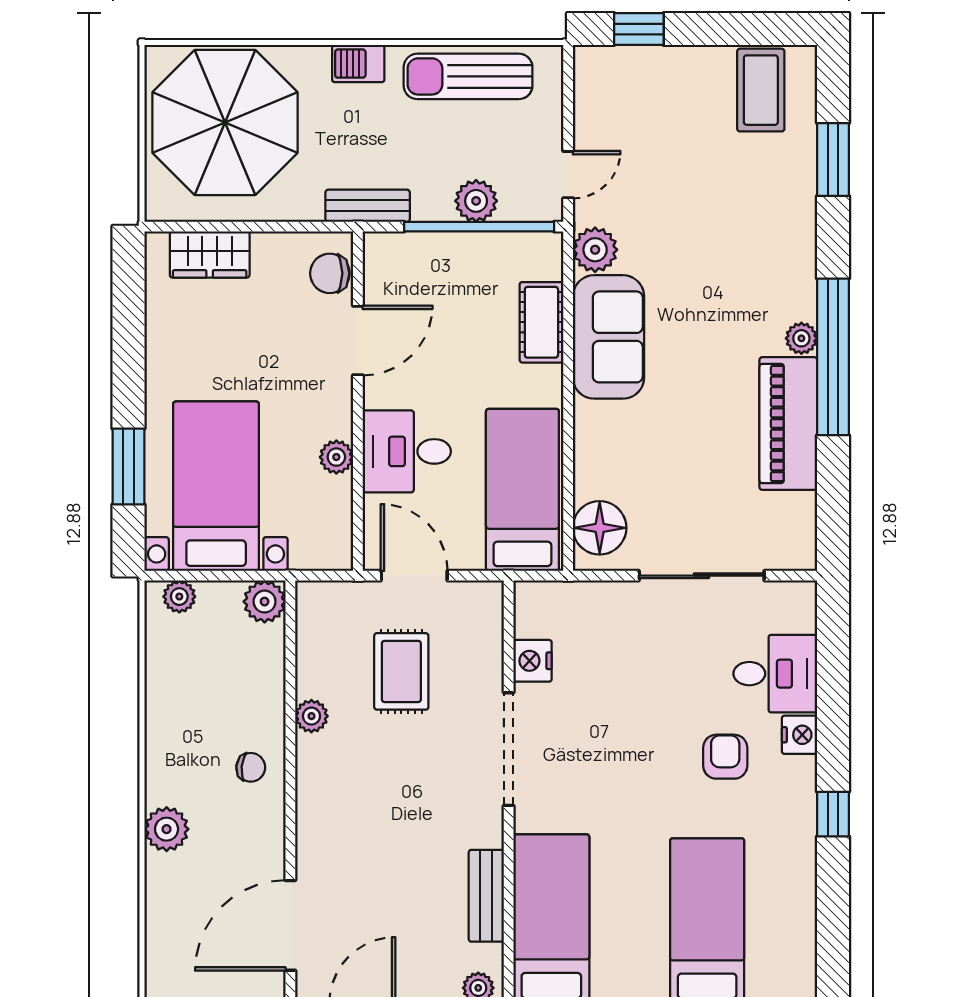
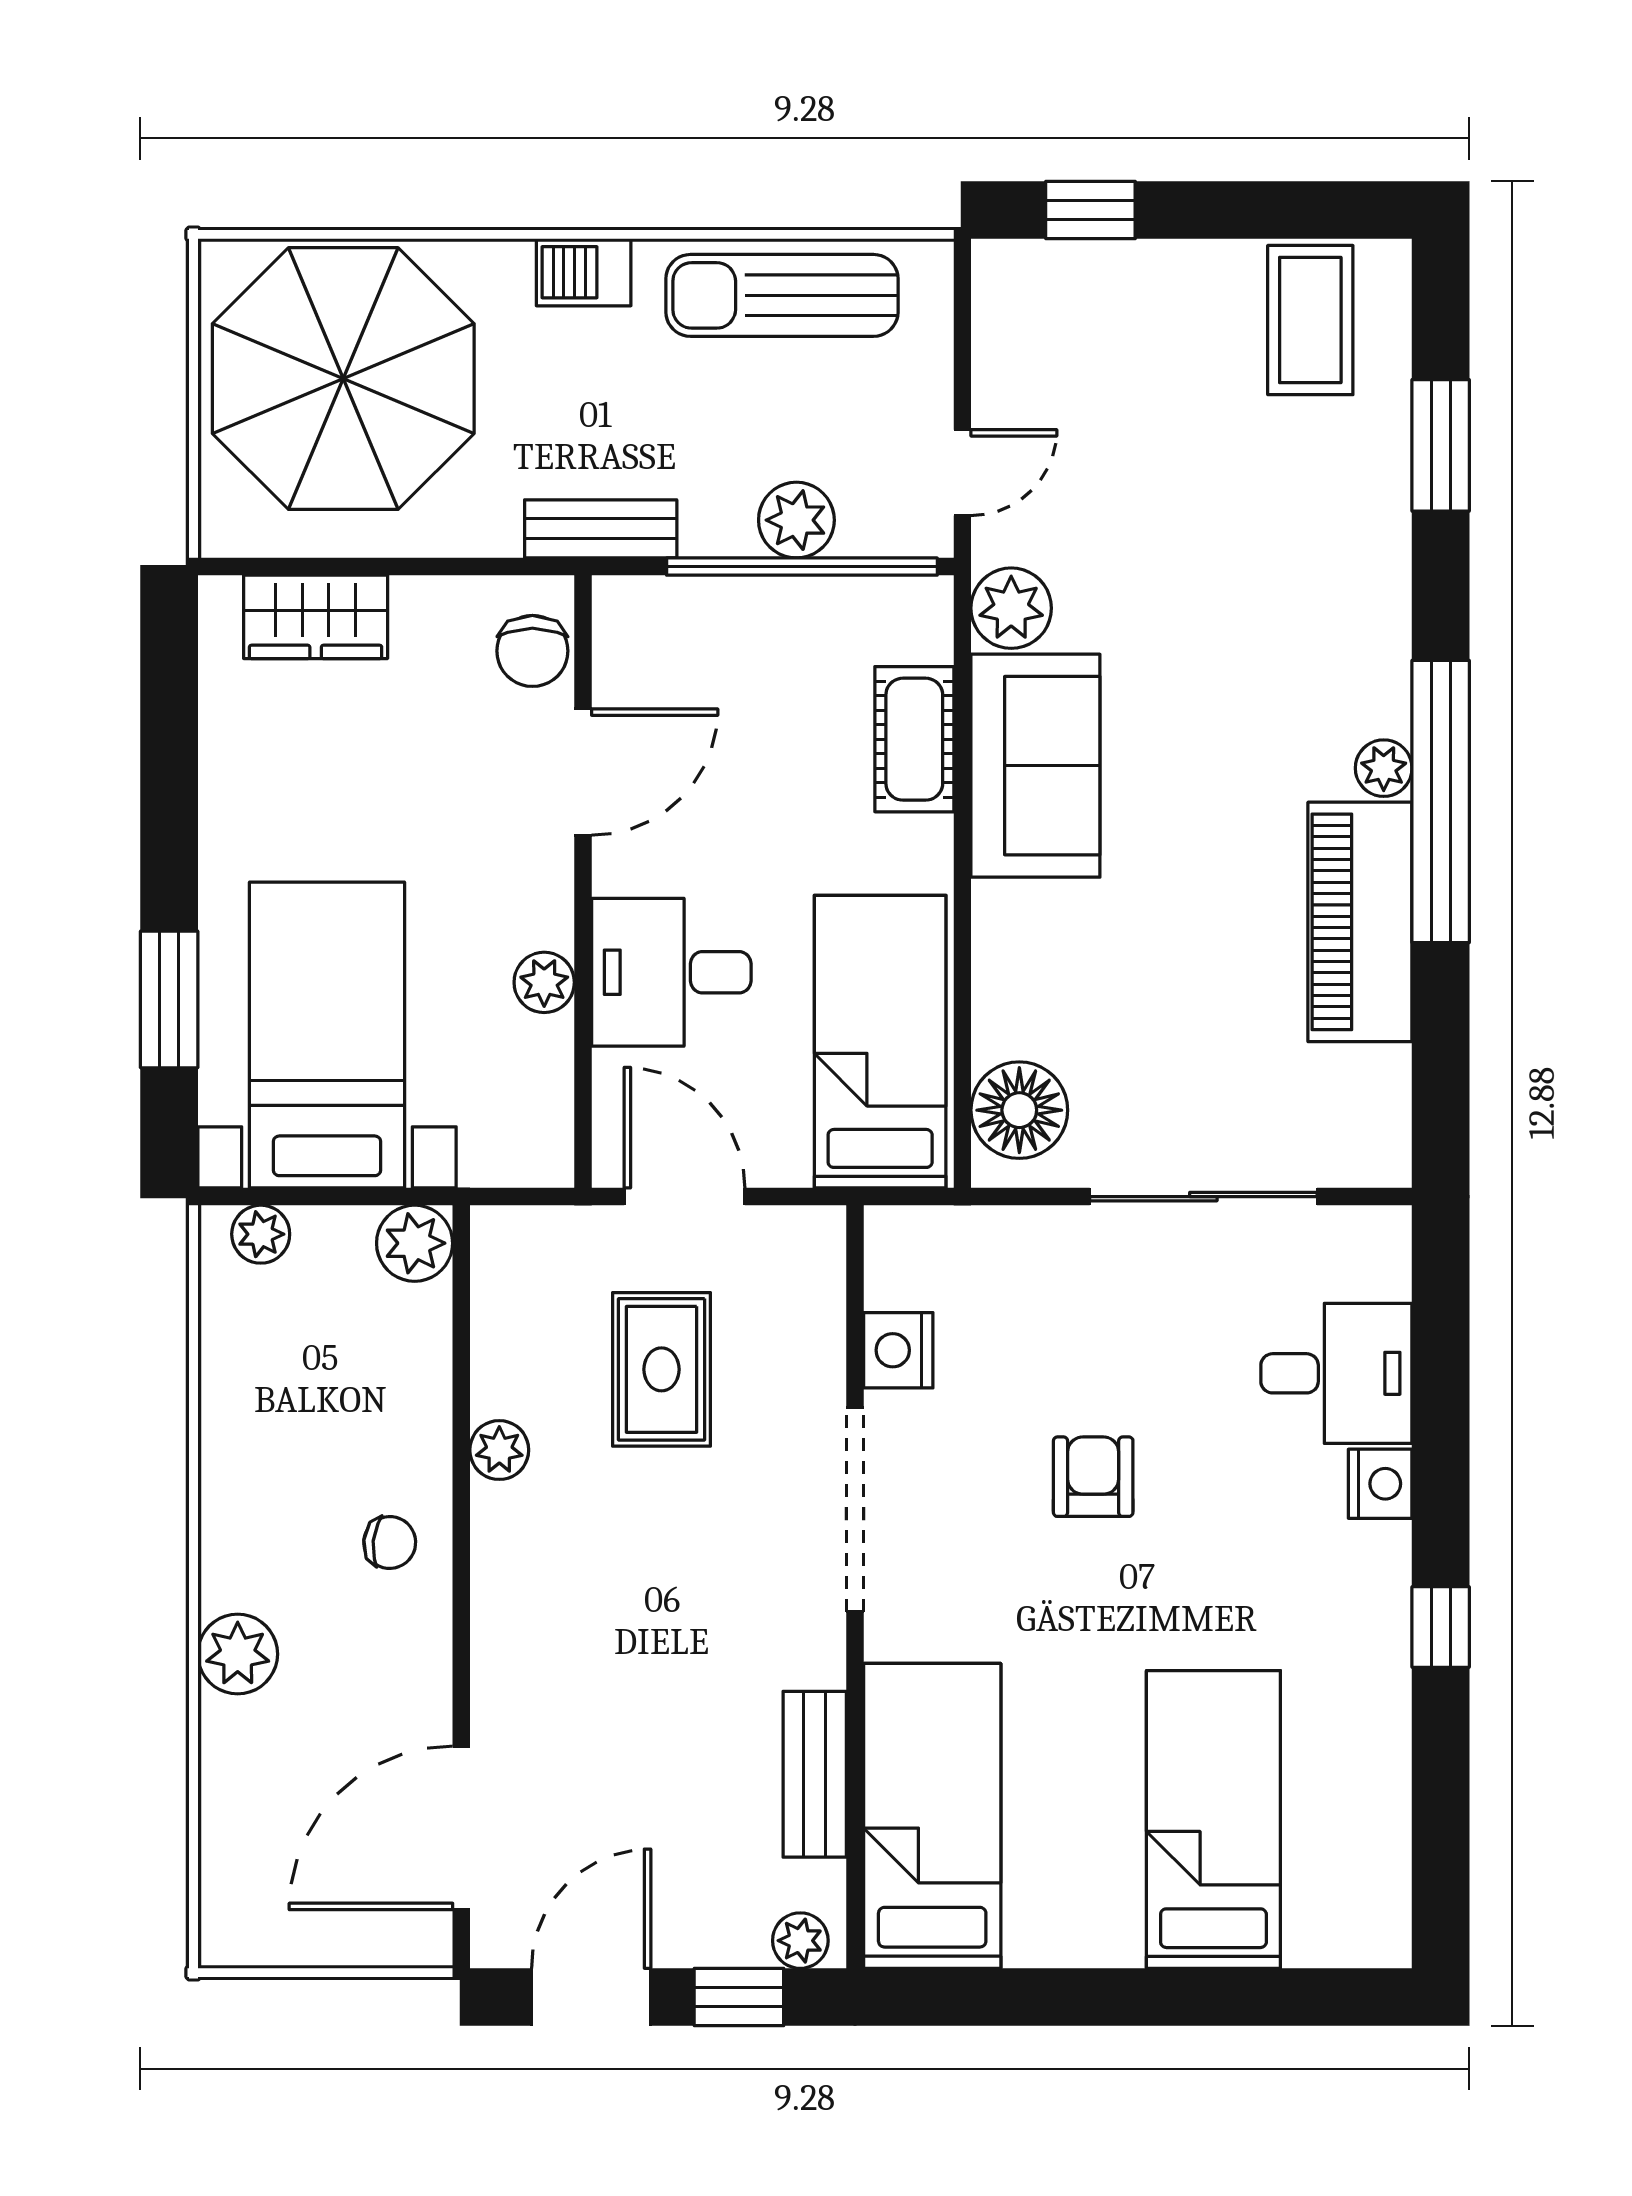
chair: (330, 273) -> (532, 651), turned -90
armchair: (725, 757) -> (1093, 1477), moved

